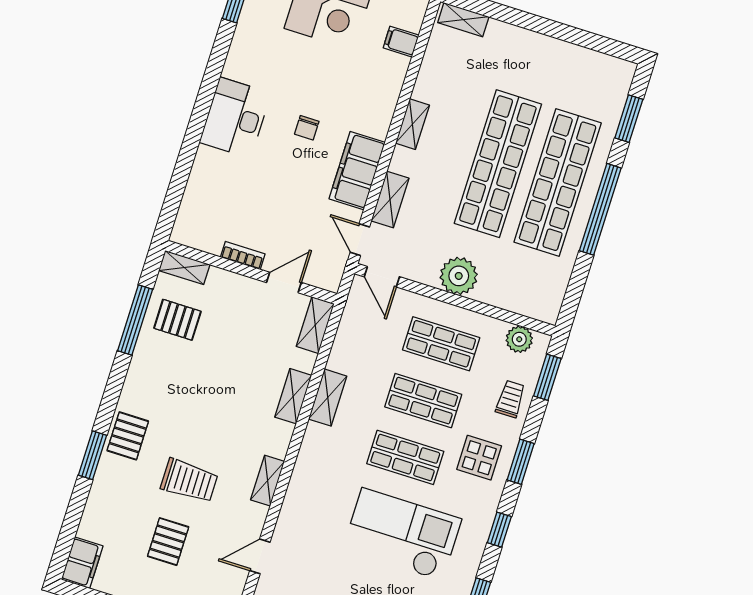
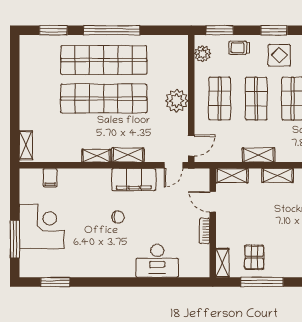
desk: (235, 118) -> (157, 261), moved
shelving: (390, 200) -> (128, 155), moved
shelving: (328, 398) -> (259, 155), moved

